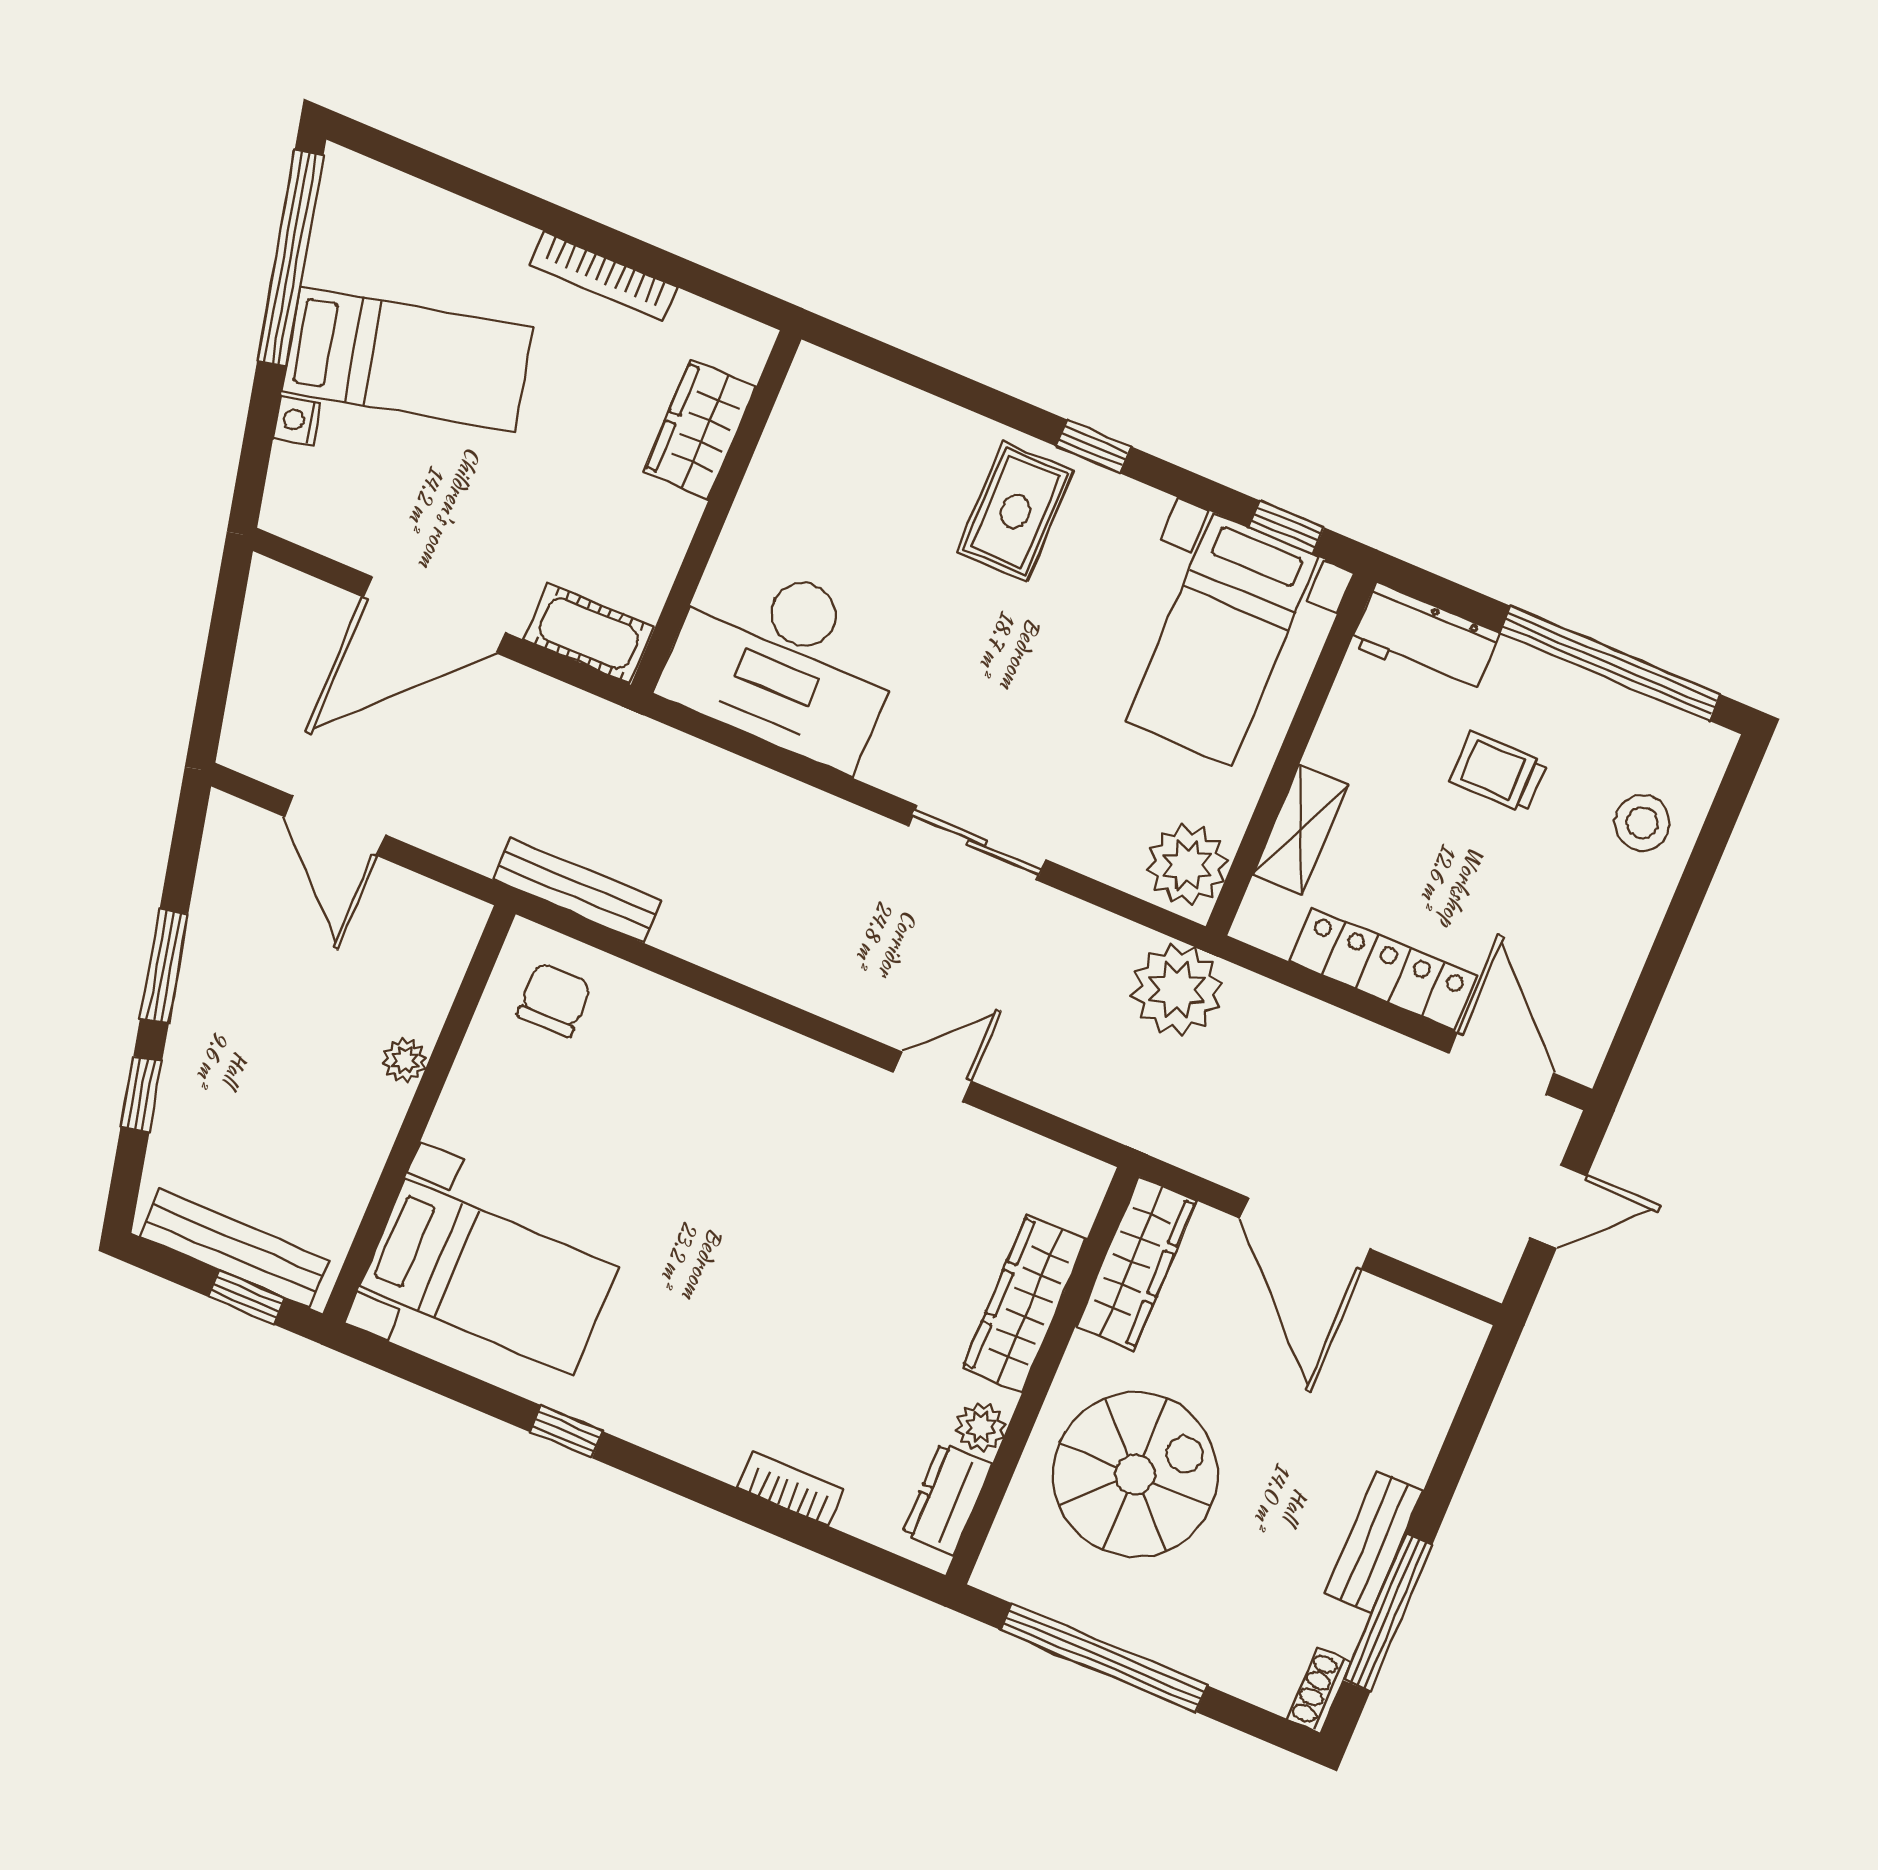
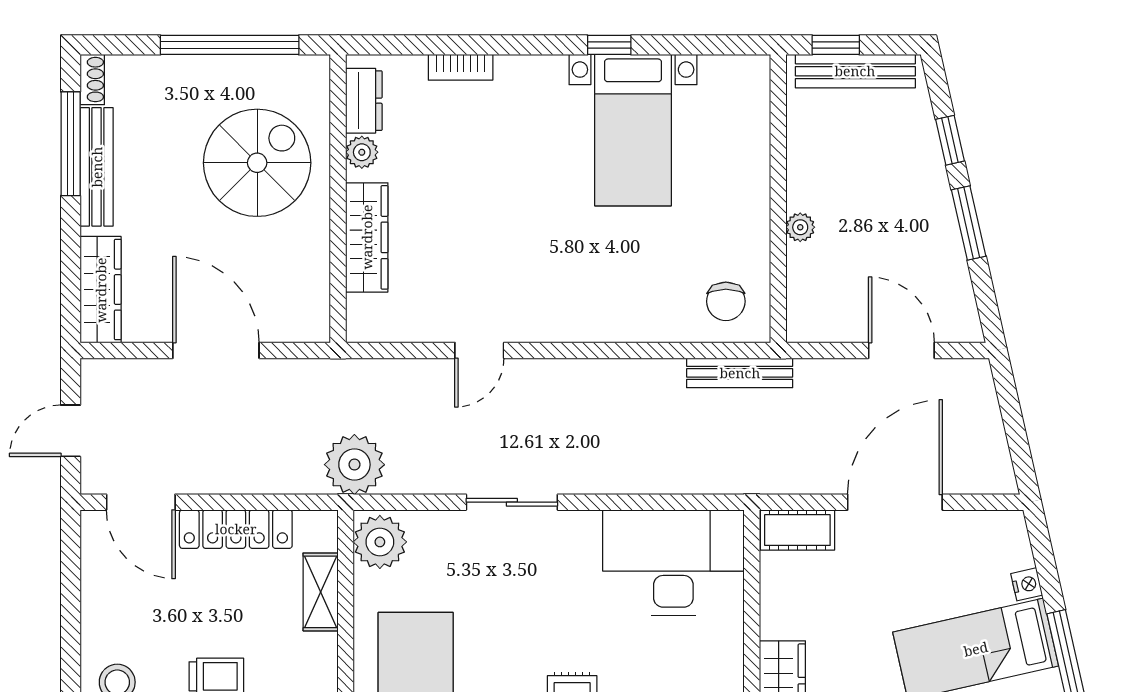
wardrobe: (1136, 1263) -> (101, 290), moved, turned 180
bed with nightstands: (489, 1277) -> (633, 130), moved, turned -90
spiral stairs: (1135, 1475) -> (257, 163), turned 180
bench: (1374, 1542) -> (97, 167), width x1.36

